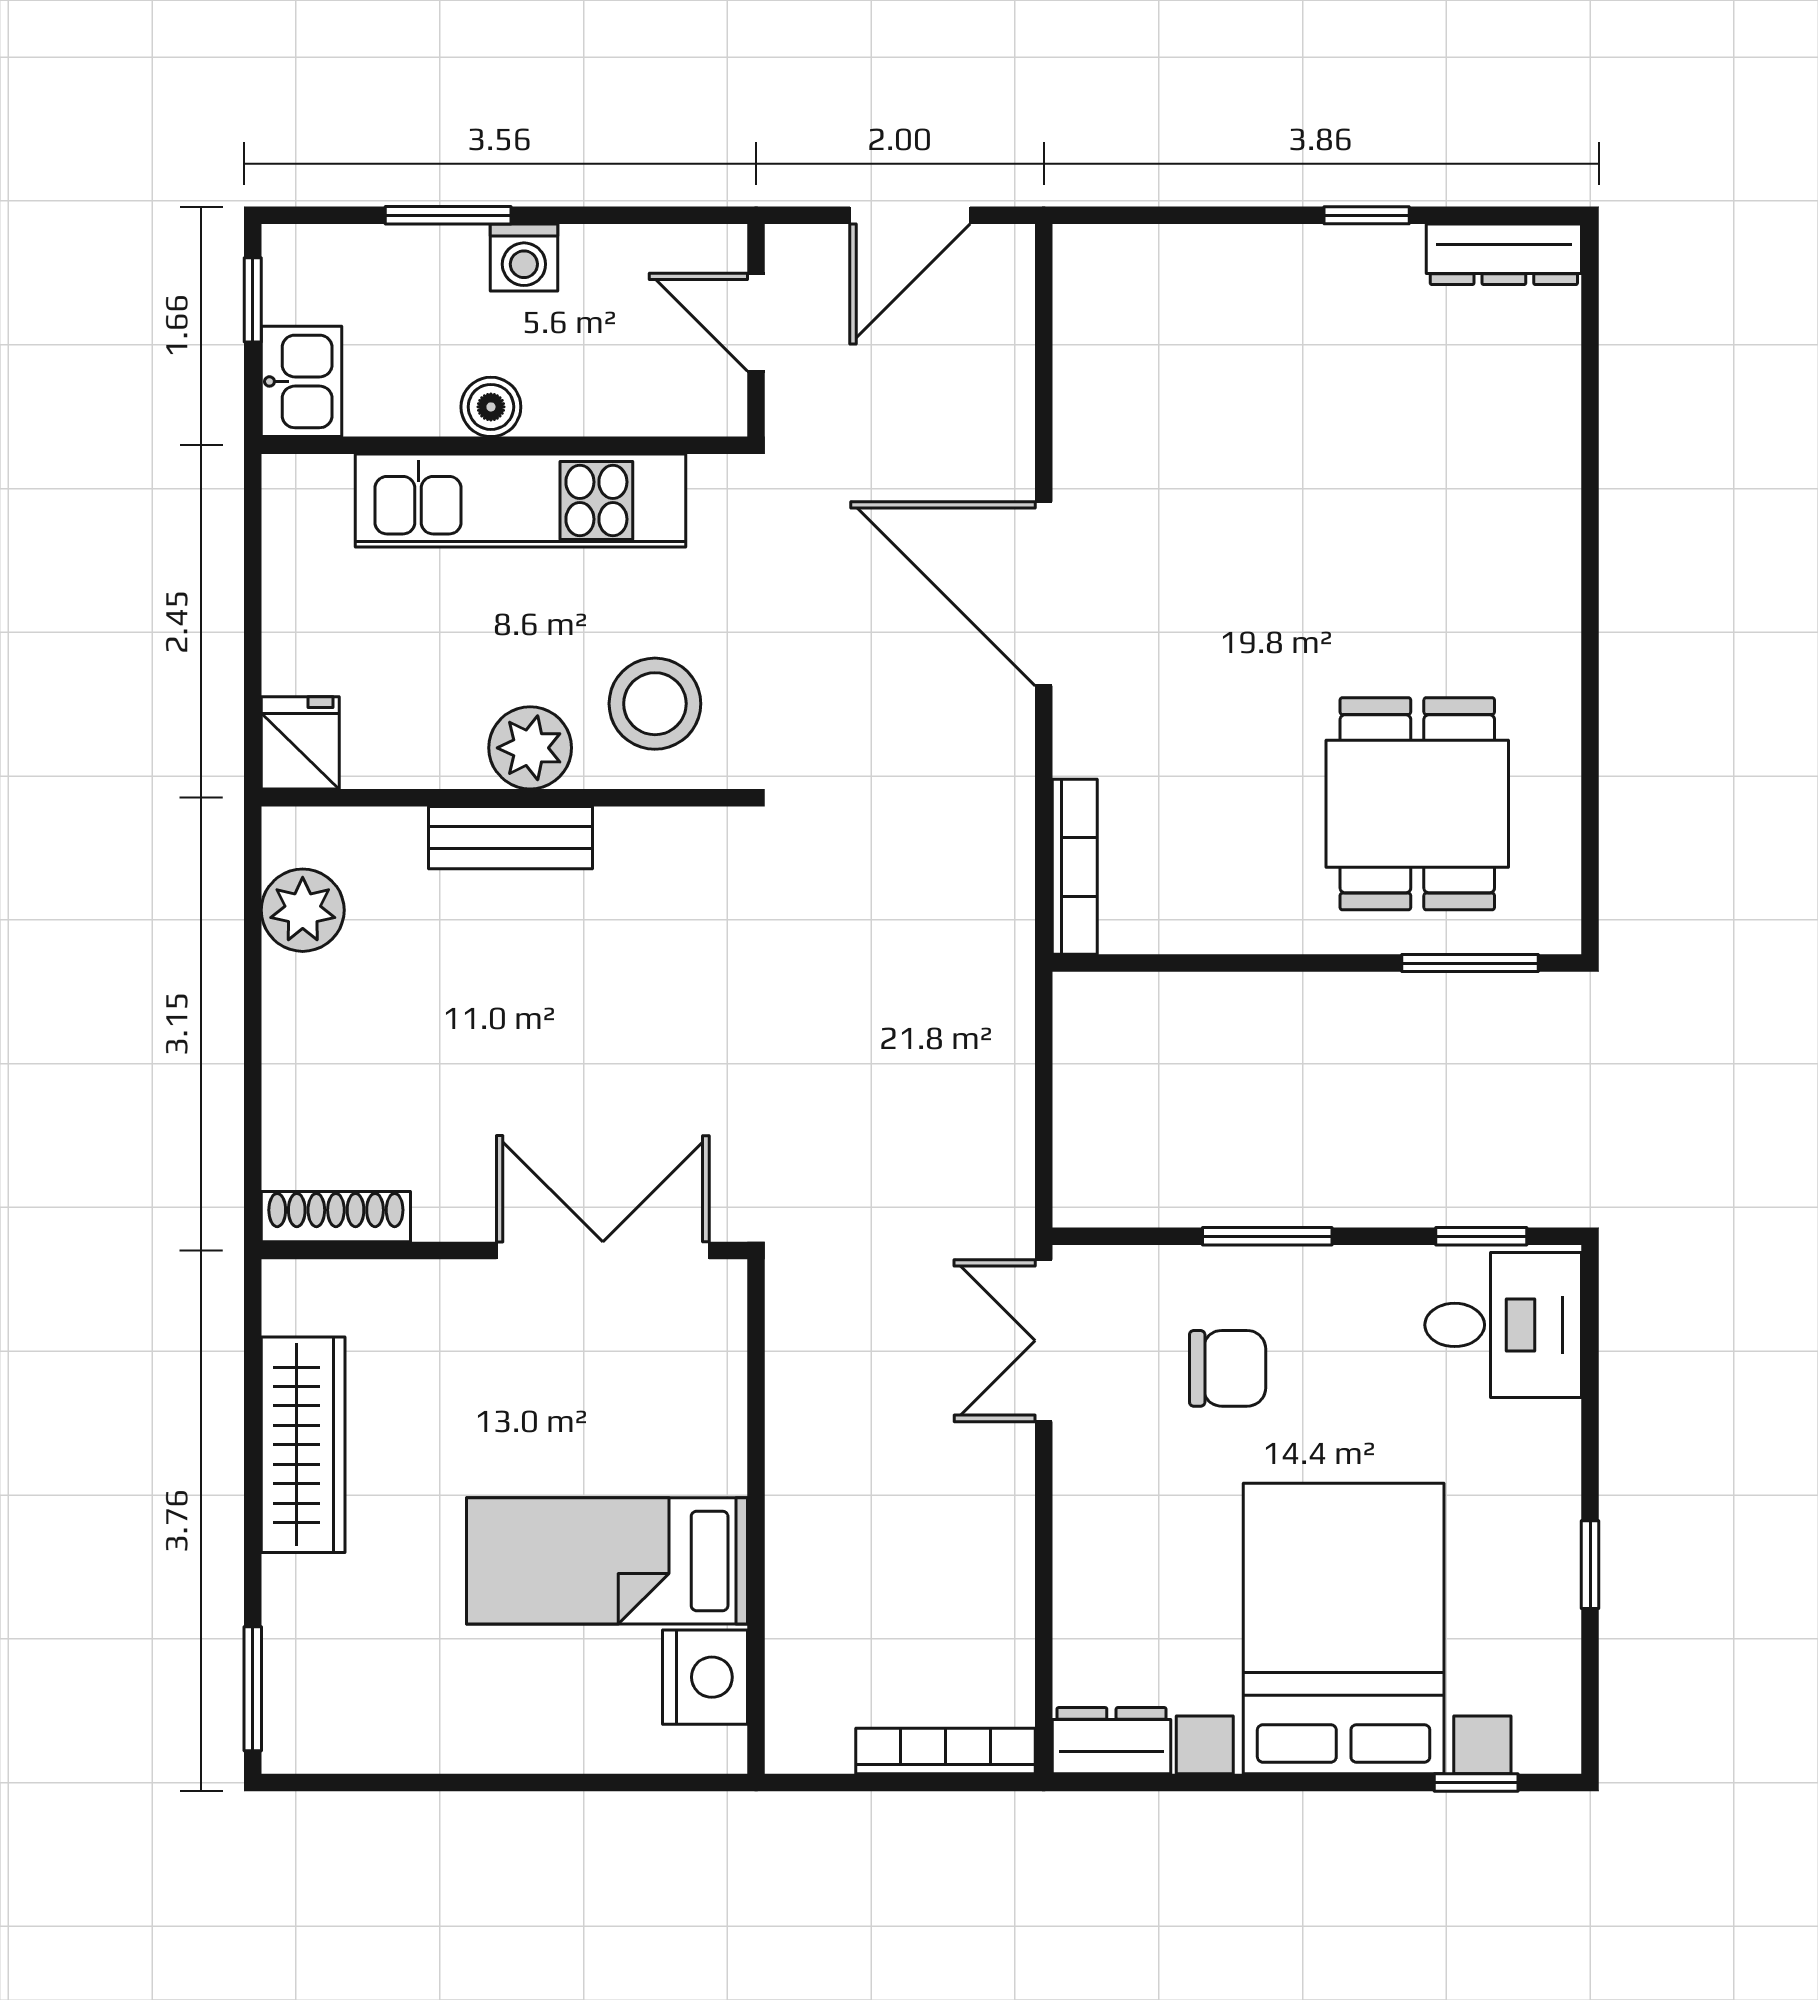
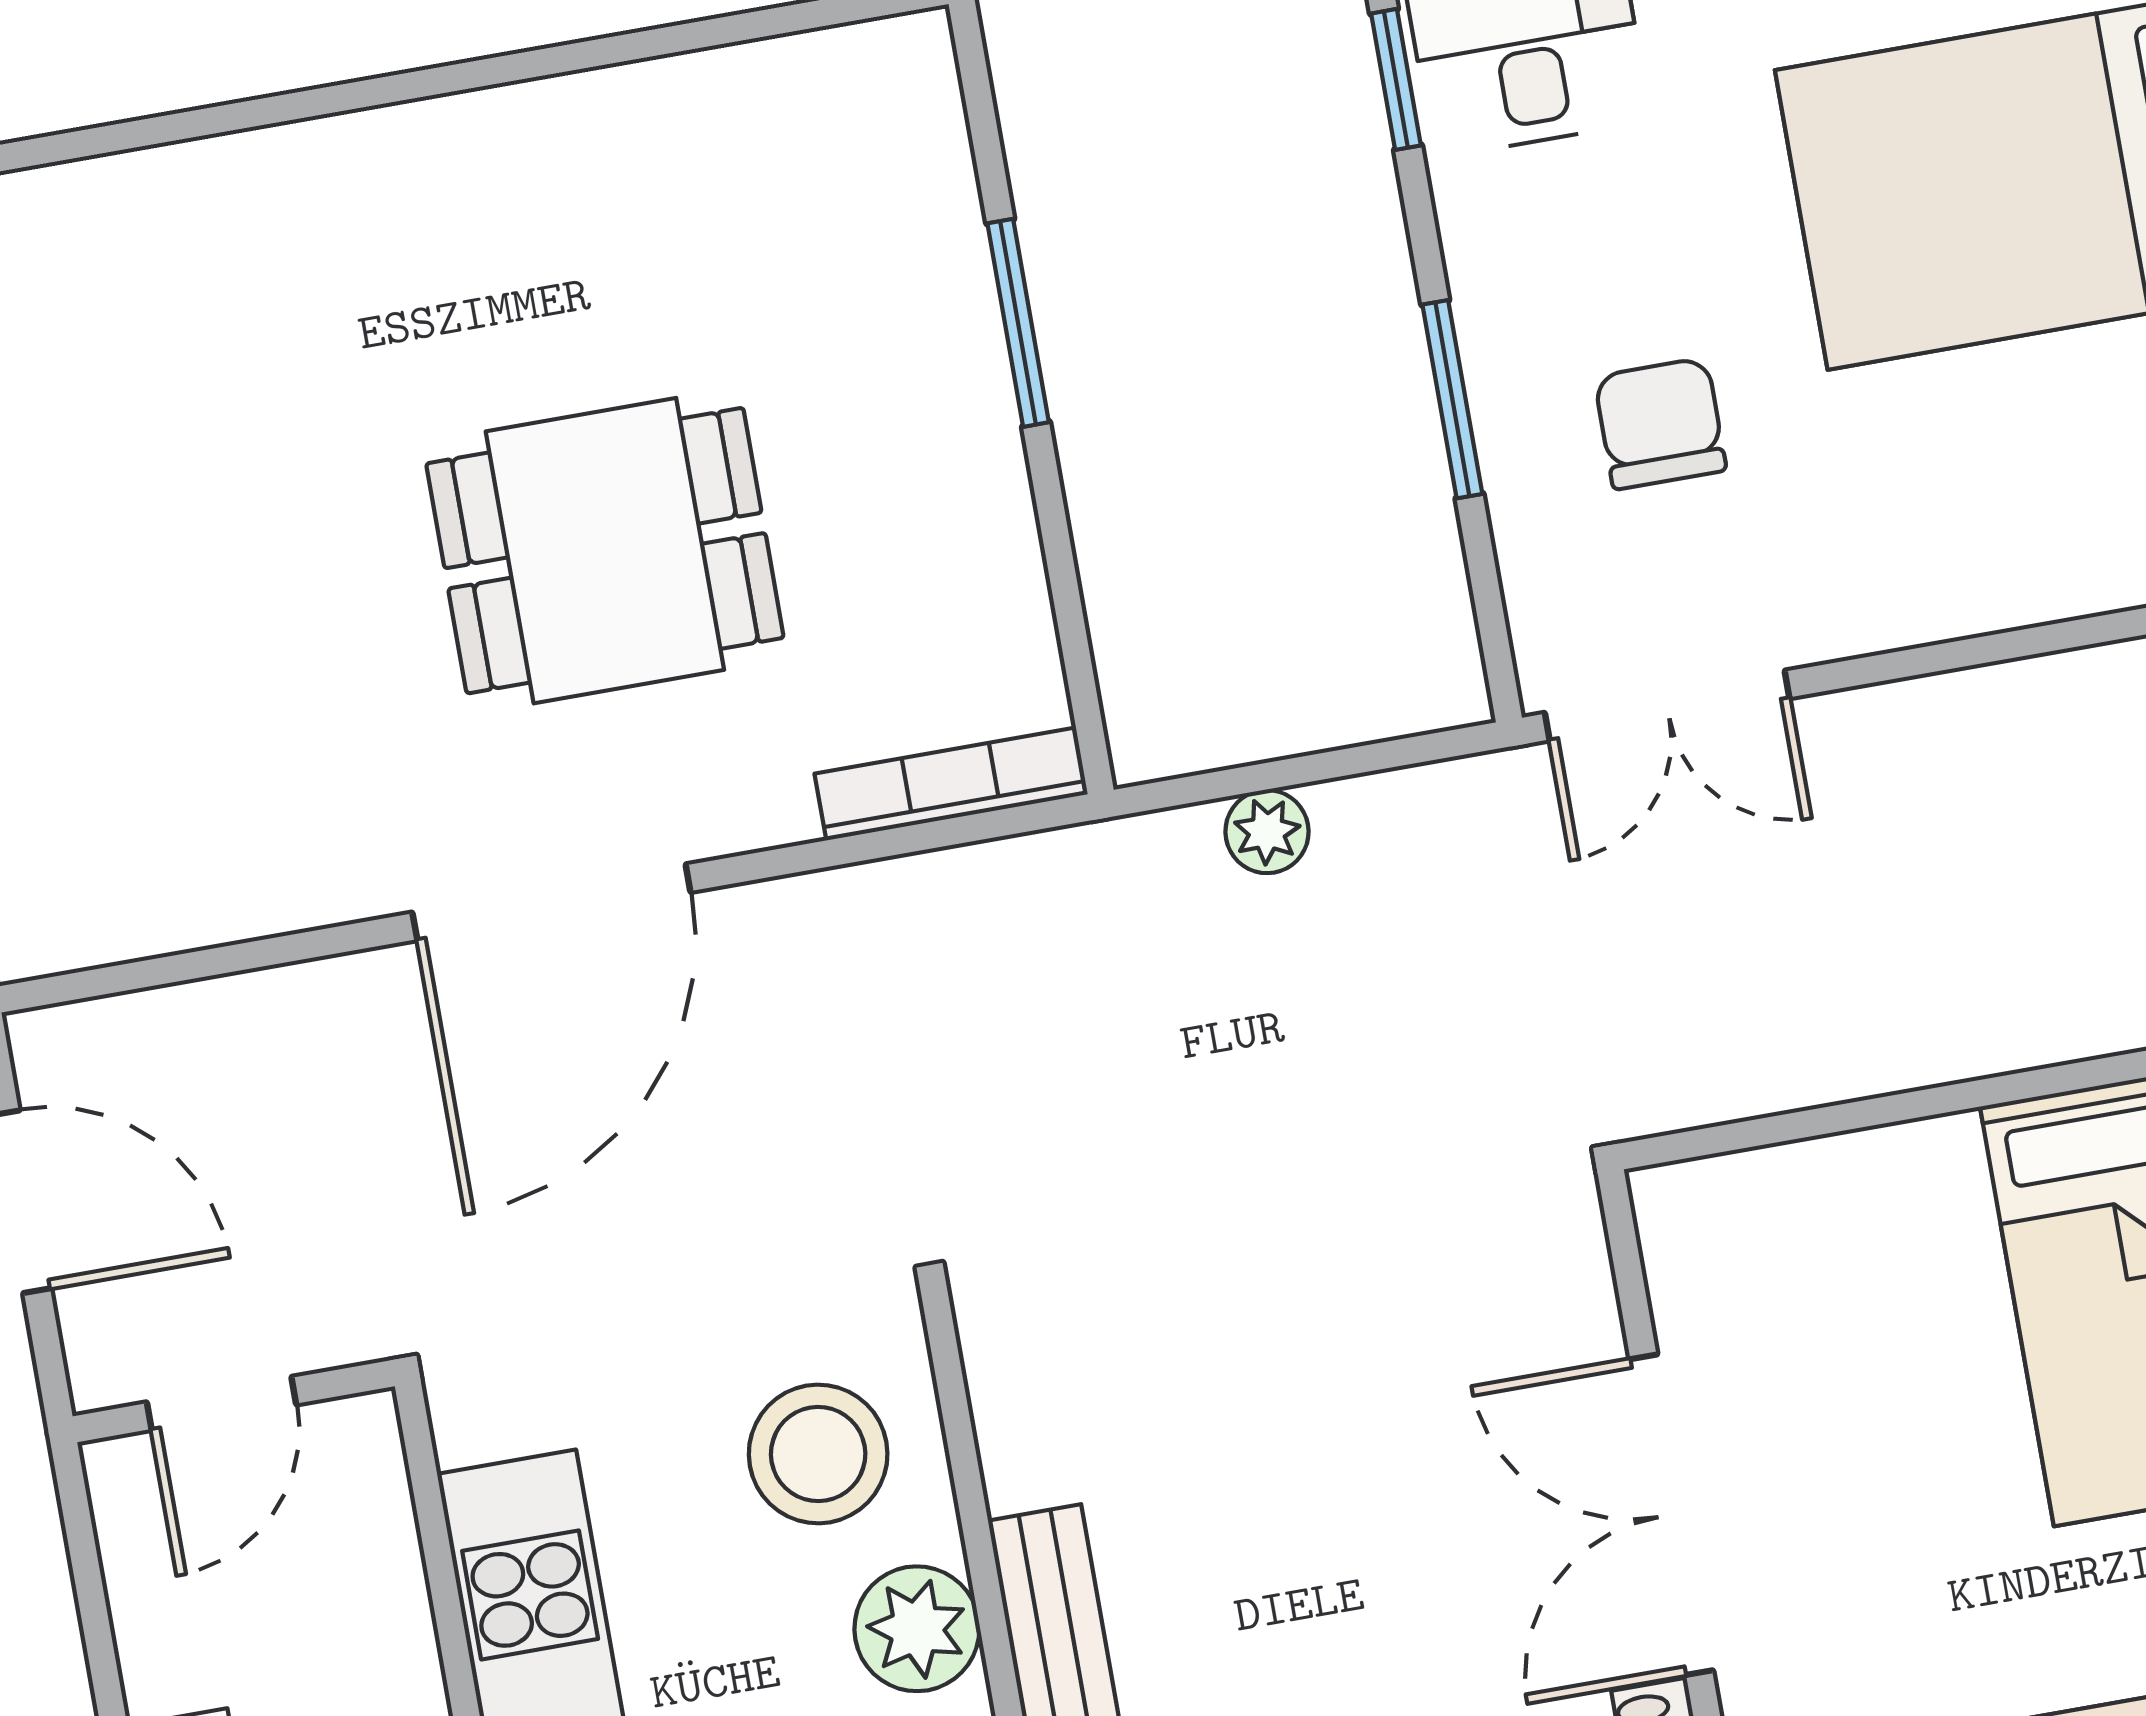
dining table: (1417, 804) -> (605, 551), moved
window: (1470, 963) -> (1018, 323), moved
plant: (1008, 1066) -> (1267, 832), added
double door: (603, 1251) -> (1671, 1515), moved

